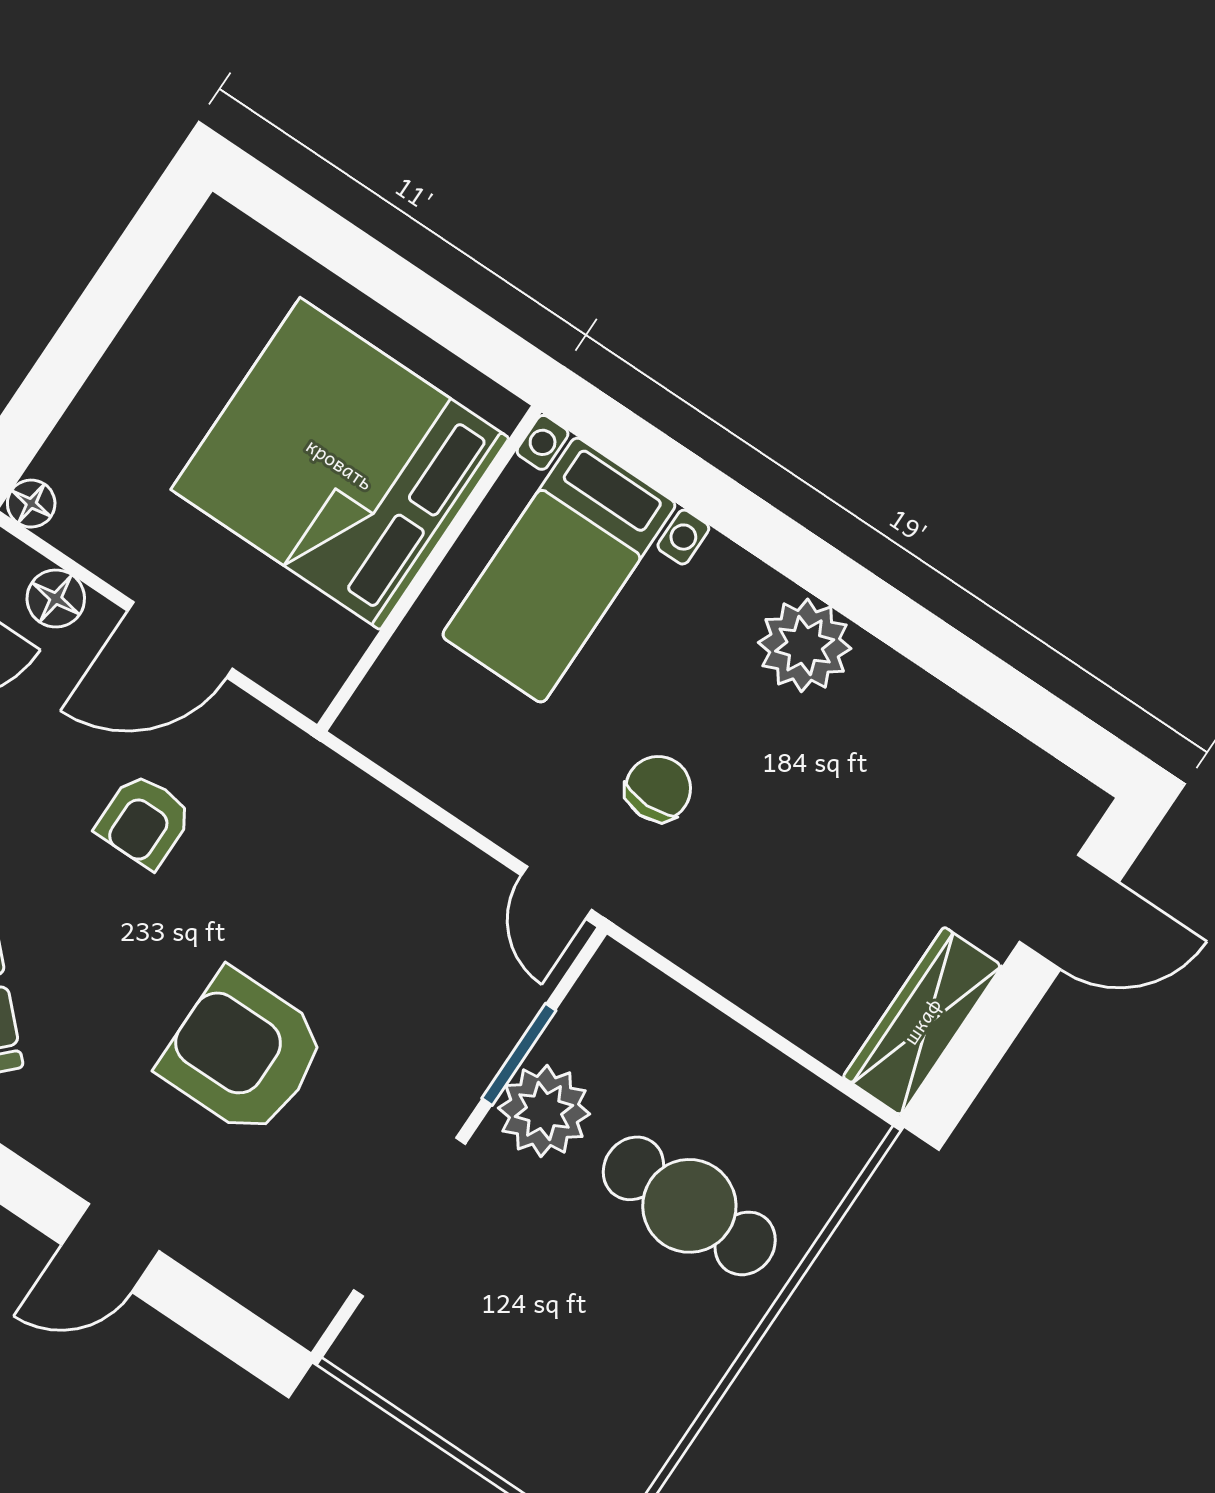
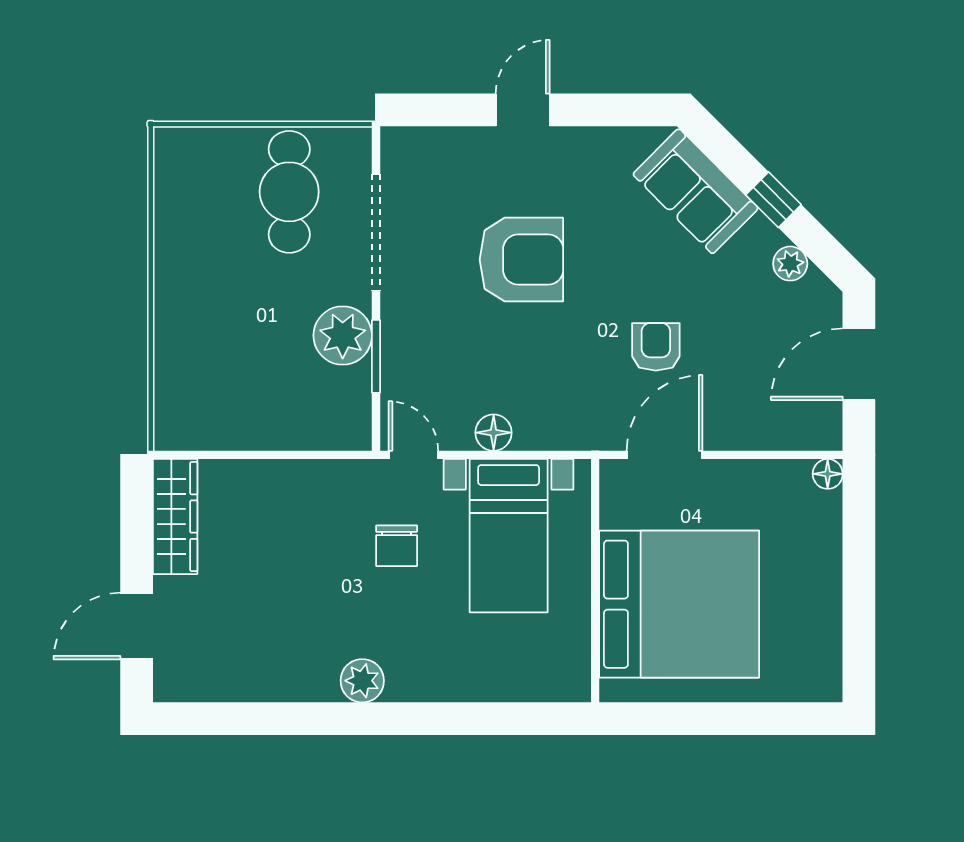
bed with nightstands: (559, 570) -> (509, 536), moved, turned 180
floor lamp: (56, 598) -> (494, 433), moved
door: (180, 640) -> (665, 455), moved
plant: (805, 645) -> (362, 681), width x0.73, depth x0.73
cafe table: (689, 1206) -> (289, 192), moved, turned 90

